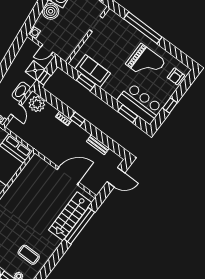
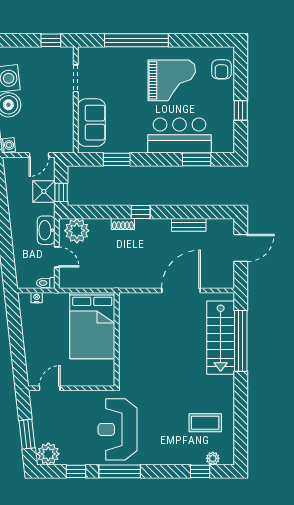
sofa: (93, 71) -> (91, 123), moved, turned 90
bar counter: (140, 104) -> (180, 135), moved

